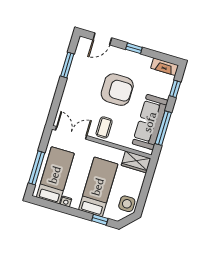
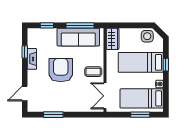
door: (102, 39) -> (25, 94), swing flipped
window: (134, 48) -> (25, 52), moved
fireplace: (165, 67) -> (32, 59), moved
window: (37, 168) -> (140, 115), width x0.69
window: (100, 220) -> (166, 65), moved

